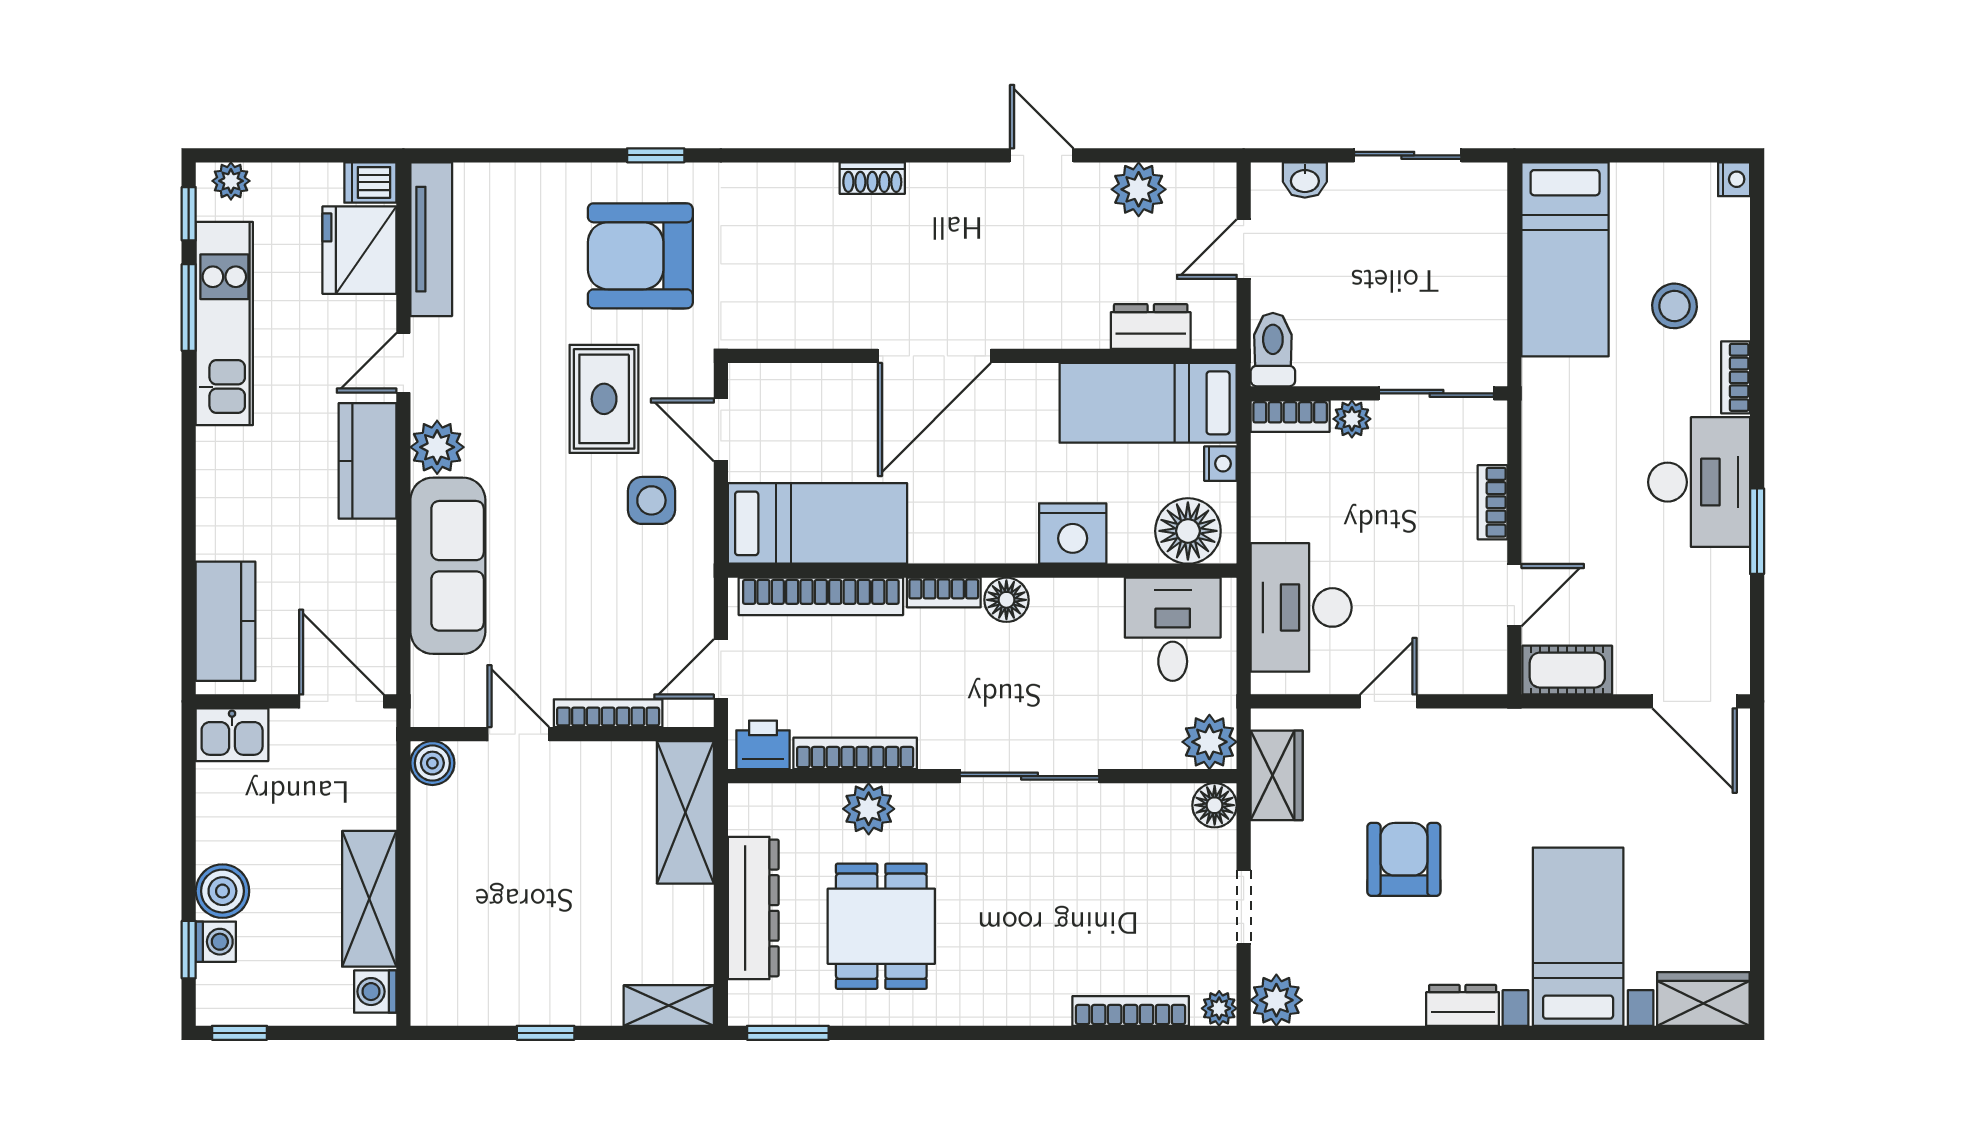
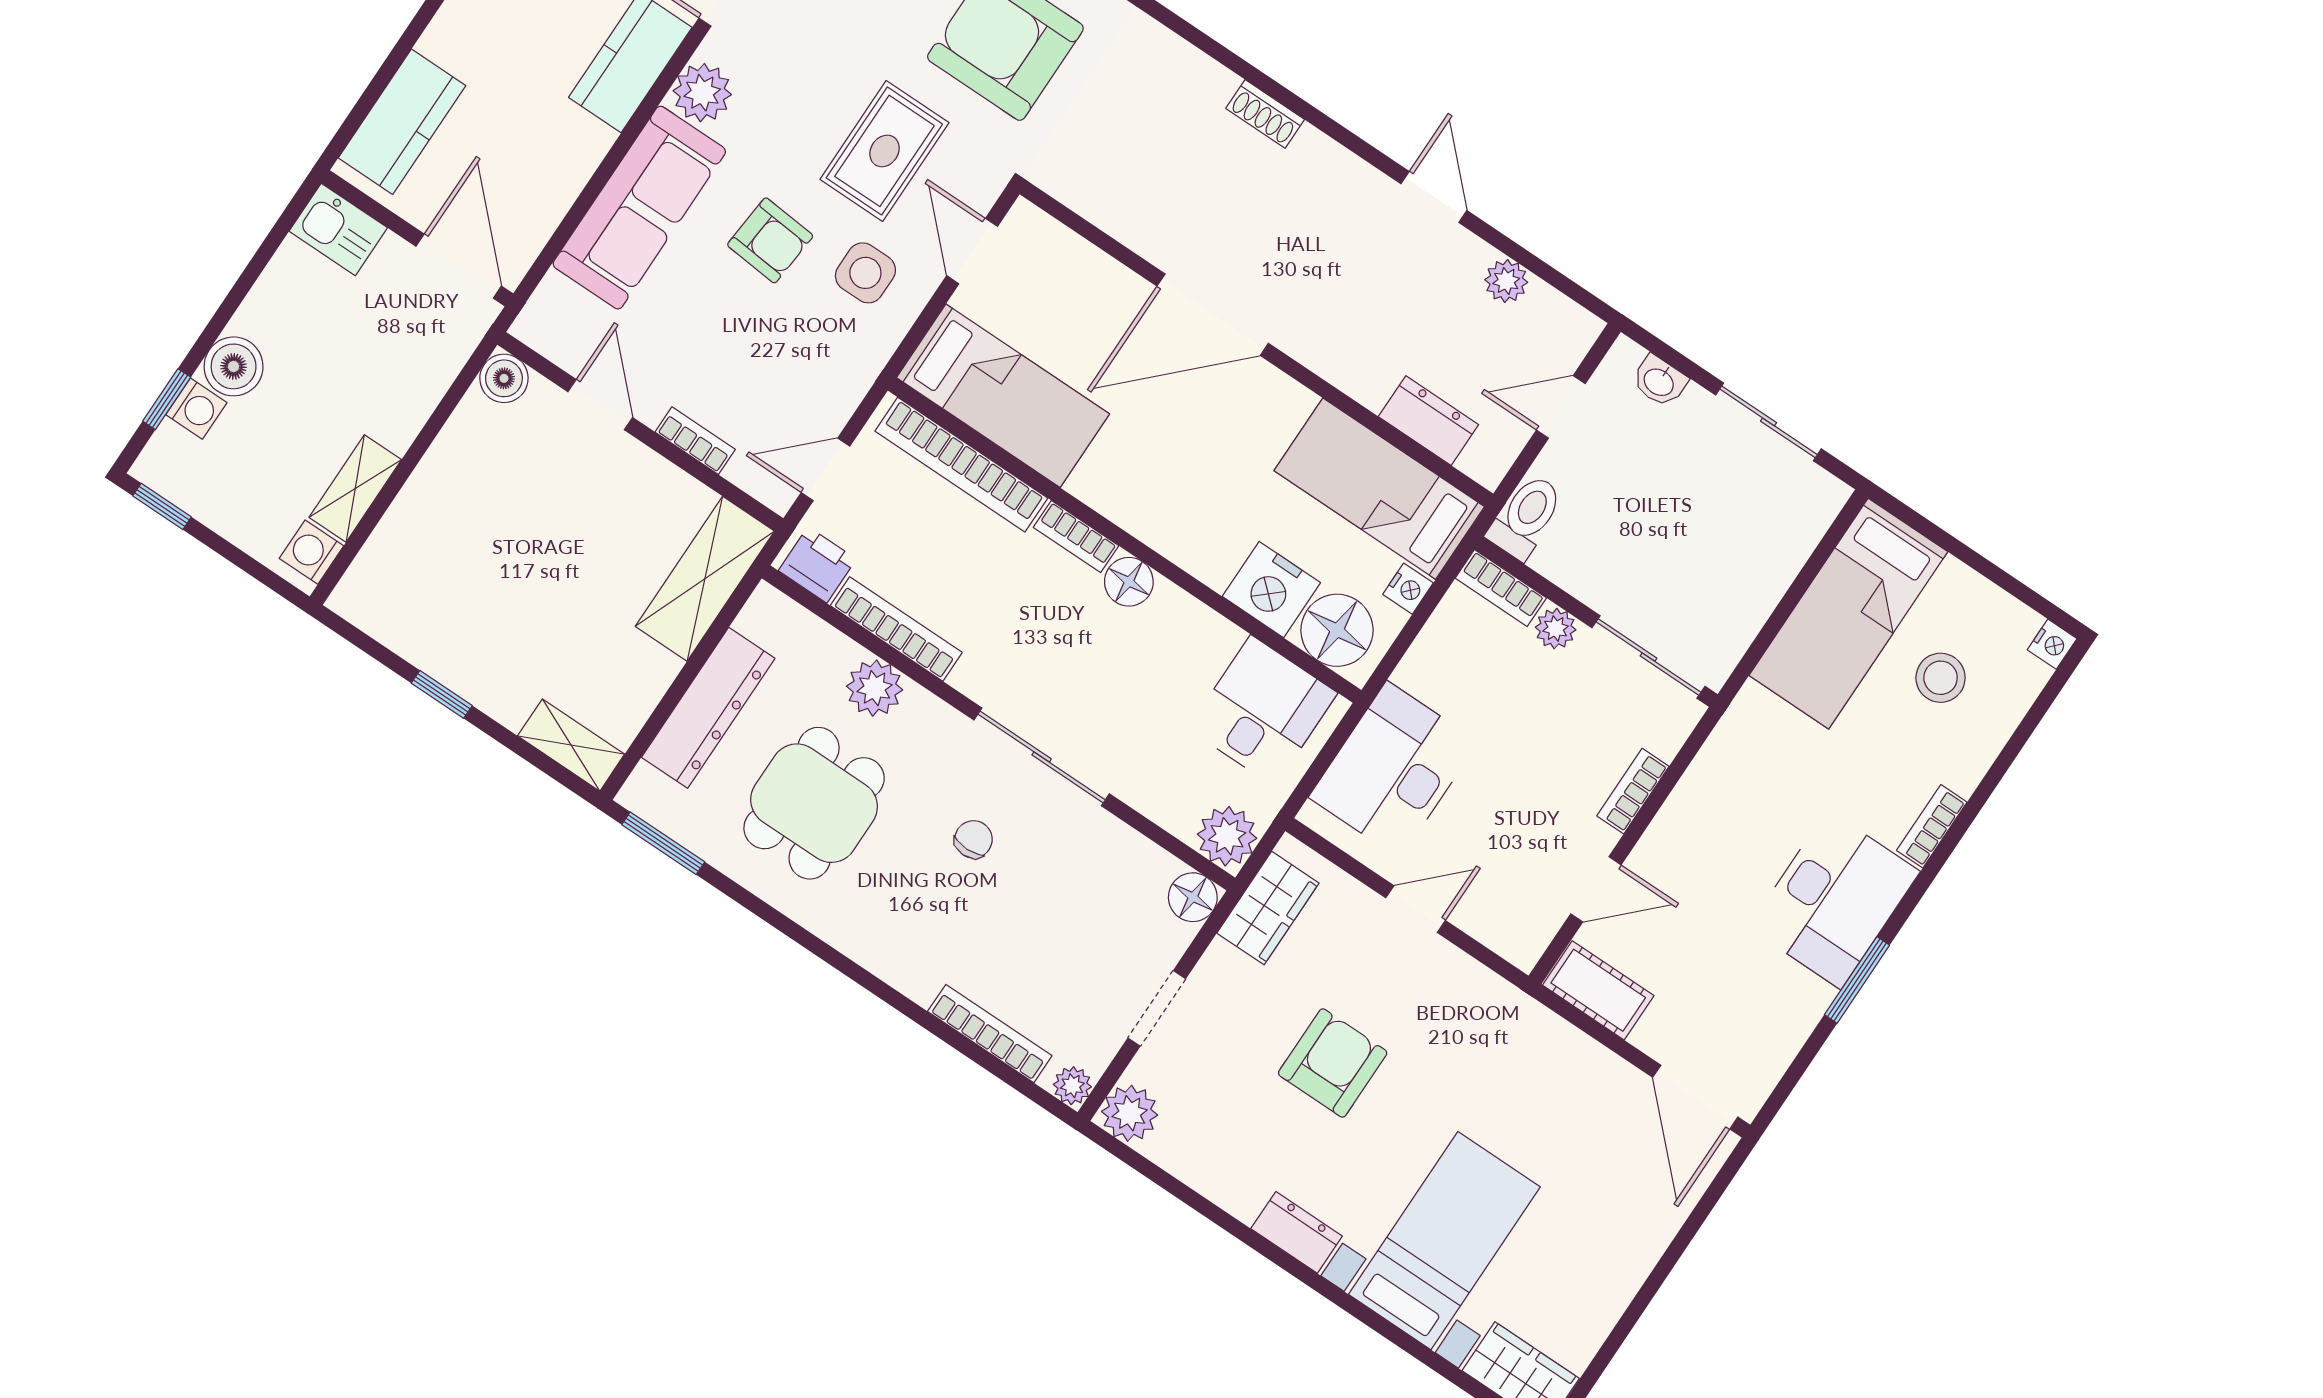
plant: (1139, 189) -> (1506, 281), width x0.73, depth x0.73
stool: (1674, 306) -> (1941, 678), moved
armchair: (563, 524) -> (770, 240), added
nightstand: (1073, 534) -> (1271, 590), moved
bookcase: (608, 713) -> (695, 441), width x0.64
chair: (1020, 873) -> (973, 839), added
shelving: (369, 899) -> (355, 489), width x0.67, depth x0.75

